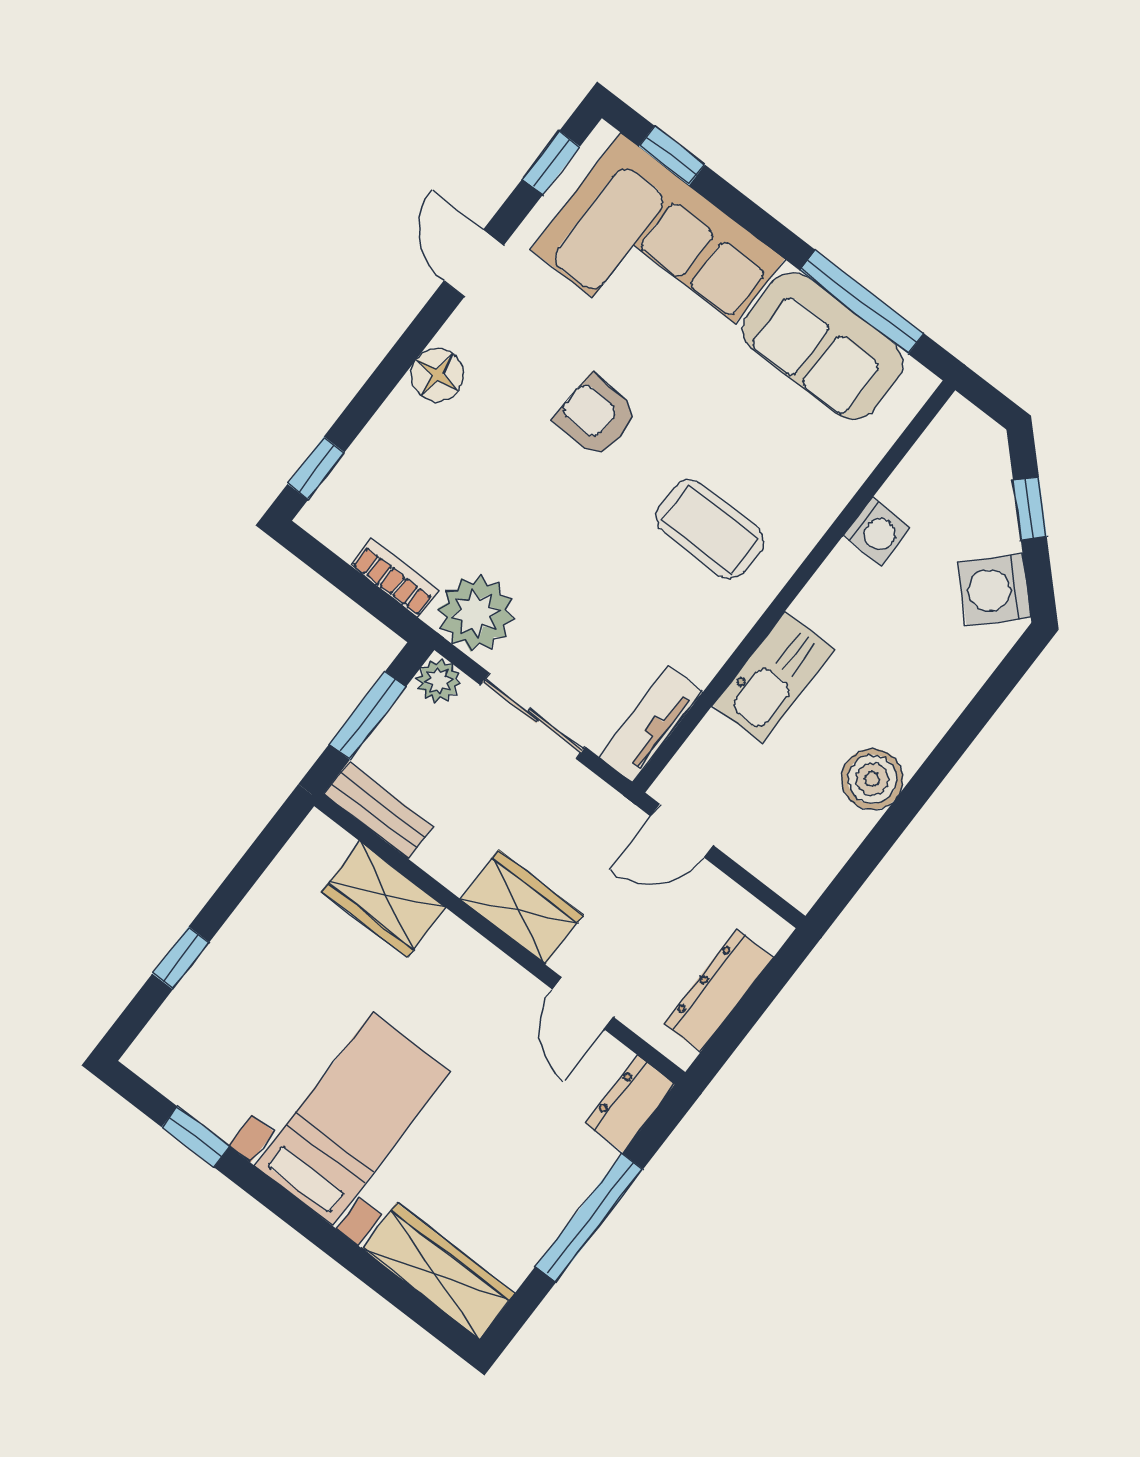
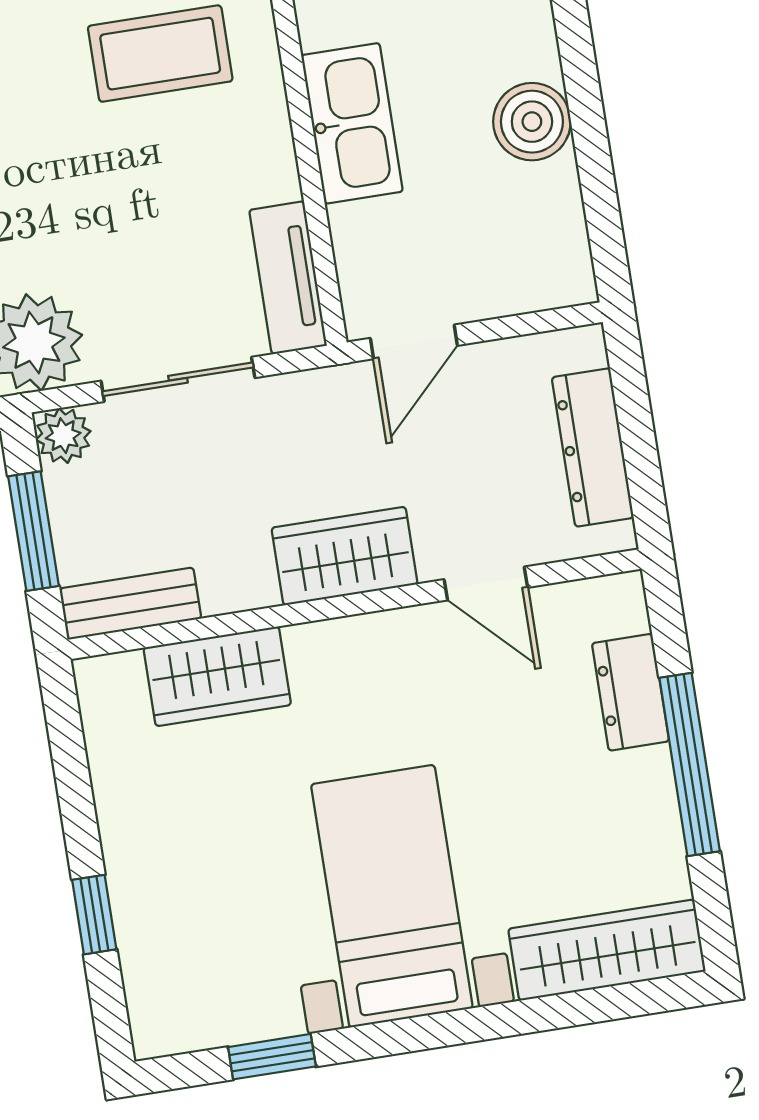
dresser: (630, 1104) -> (630, 692), moved

